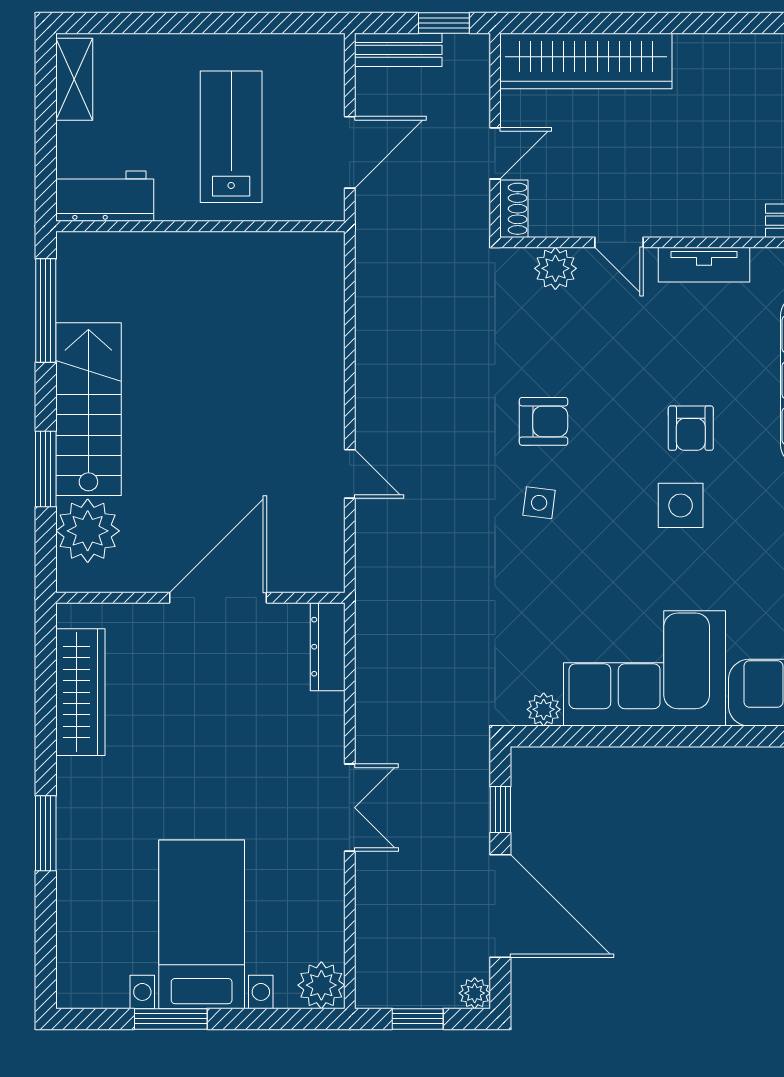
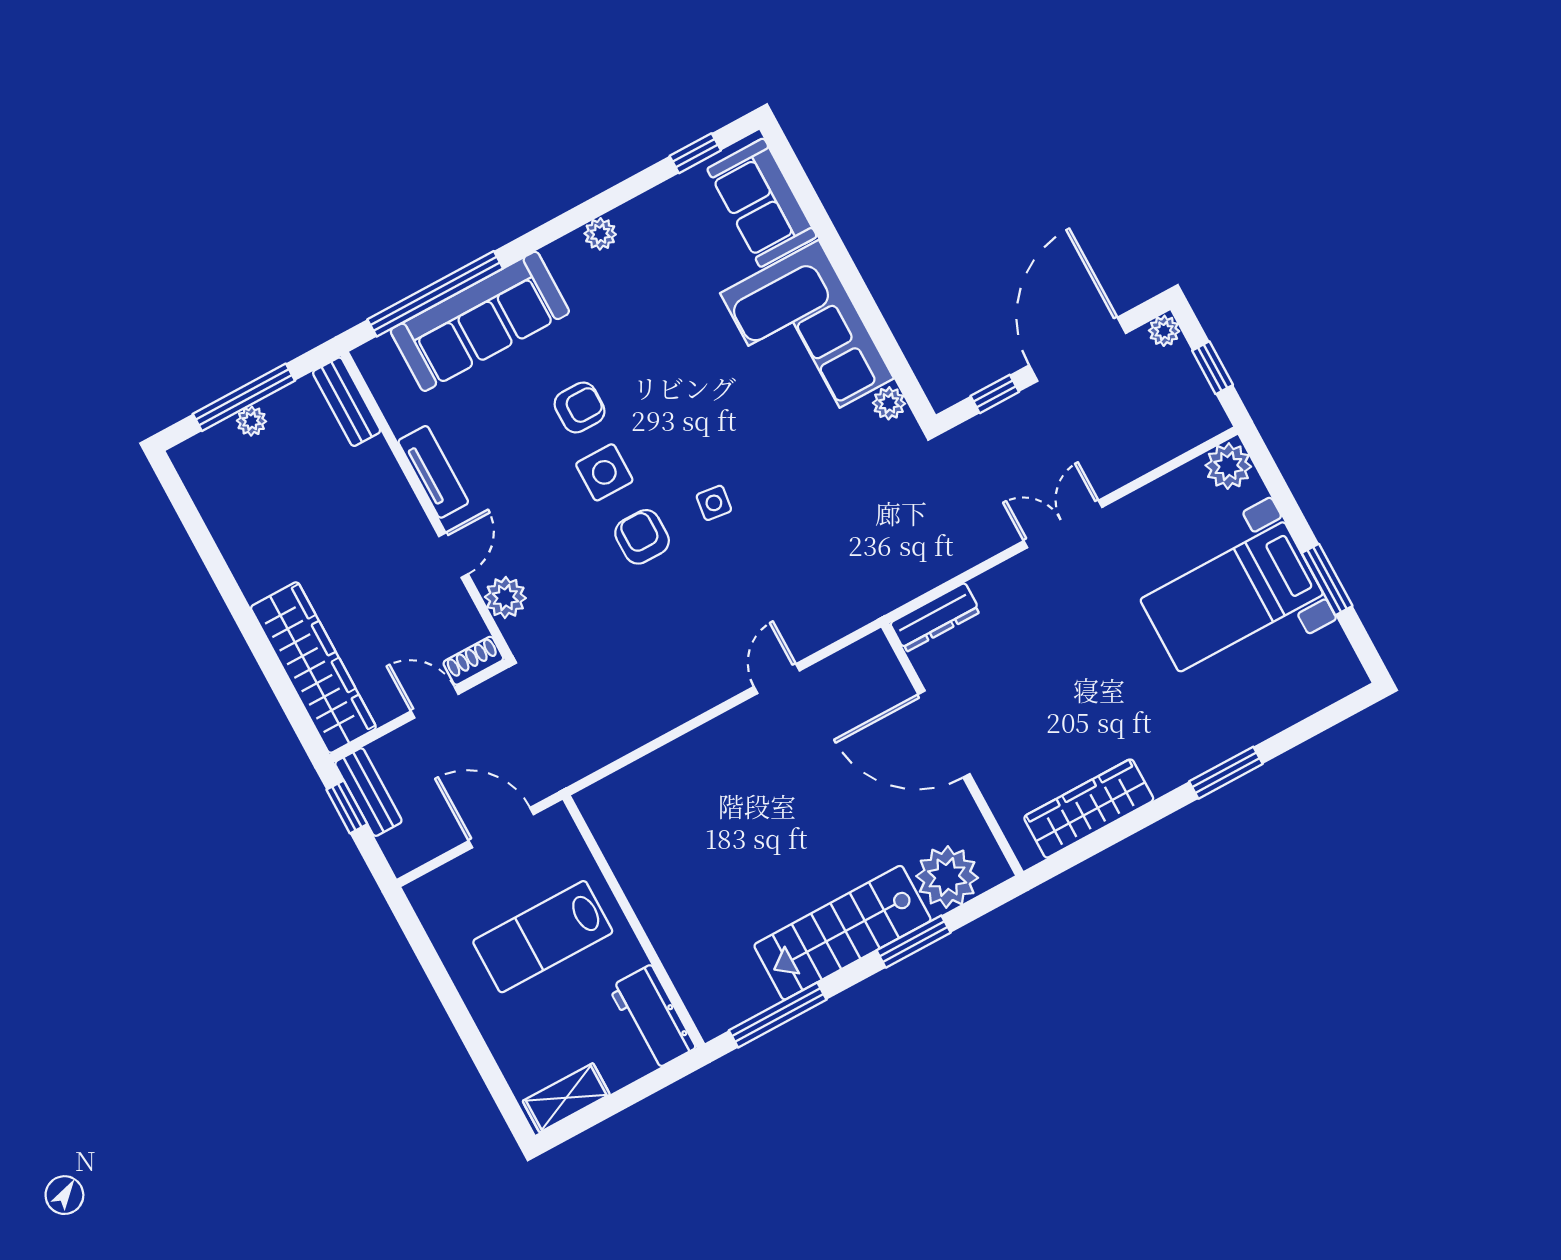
bench: (398, 50) -> (368, 792), moved
side table: (681, 505) -> (604, 472), moved

